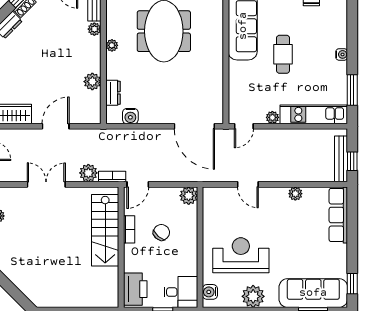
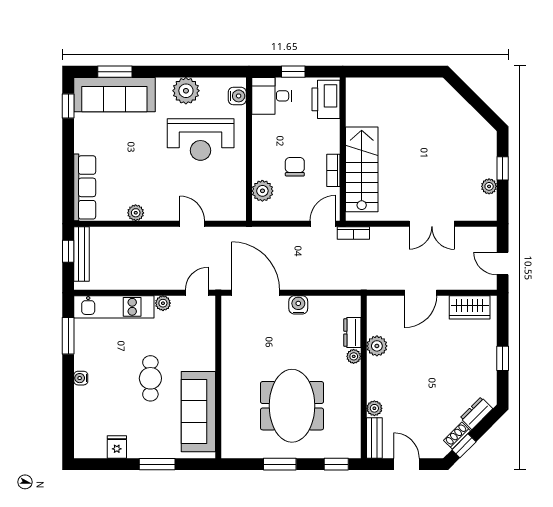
plant: (112, 45) -> (354, 356), moved
water cooler: (130, 116) -> (298, 305), moved
plant: (88, 173) -> (382, 237), removed
plant: (189, 196) -> (262, 191), moved
chair: (161, 232) -> (295, 167), turned 140

